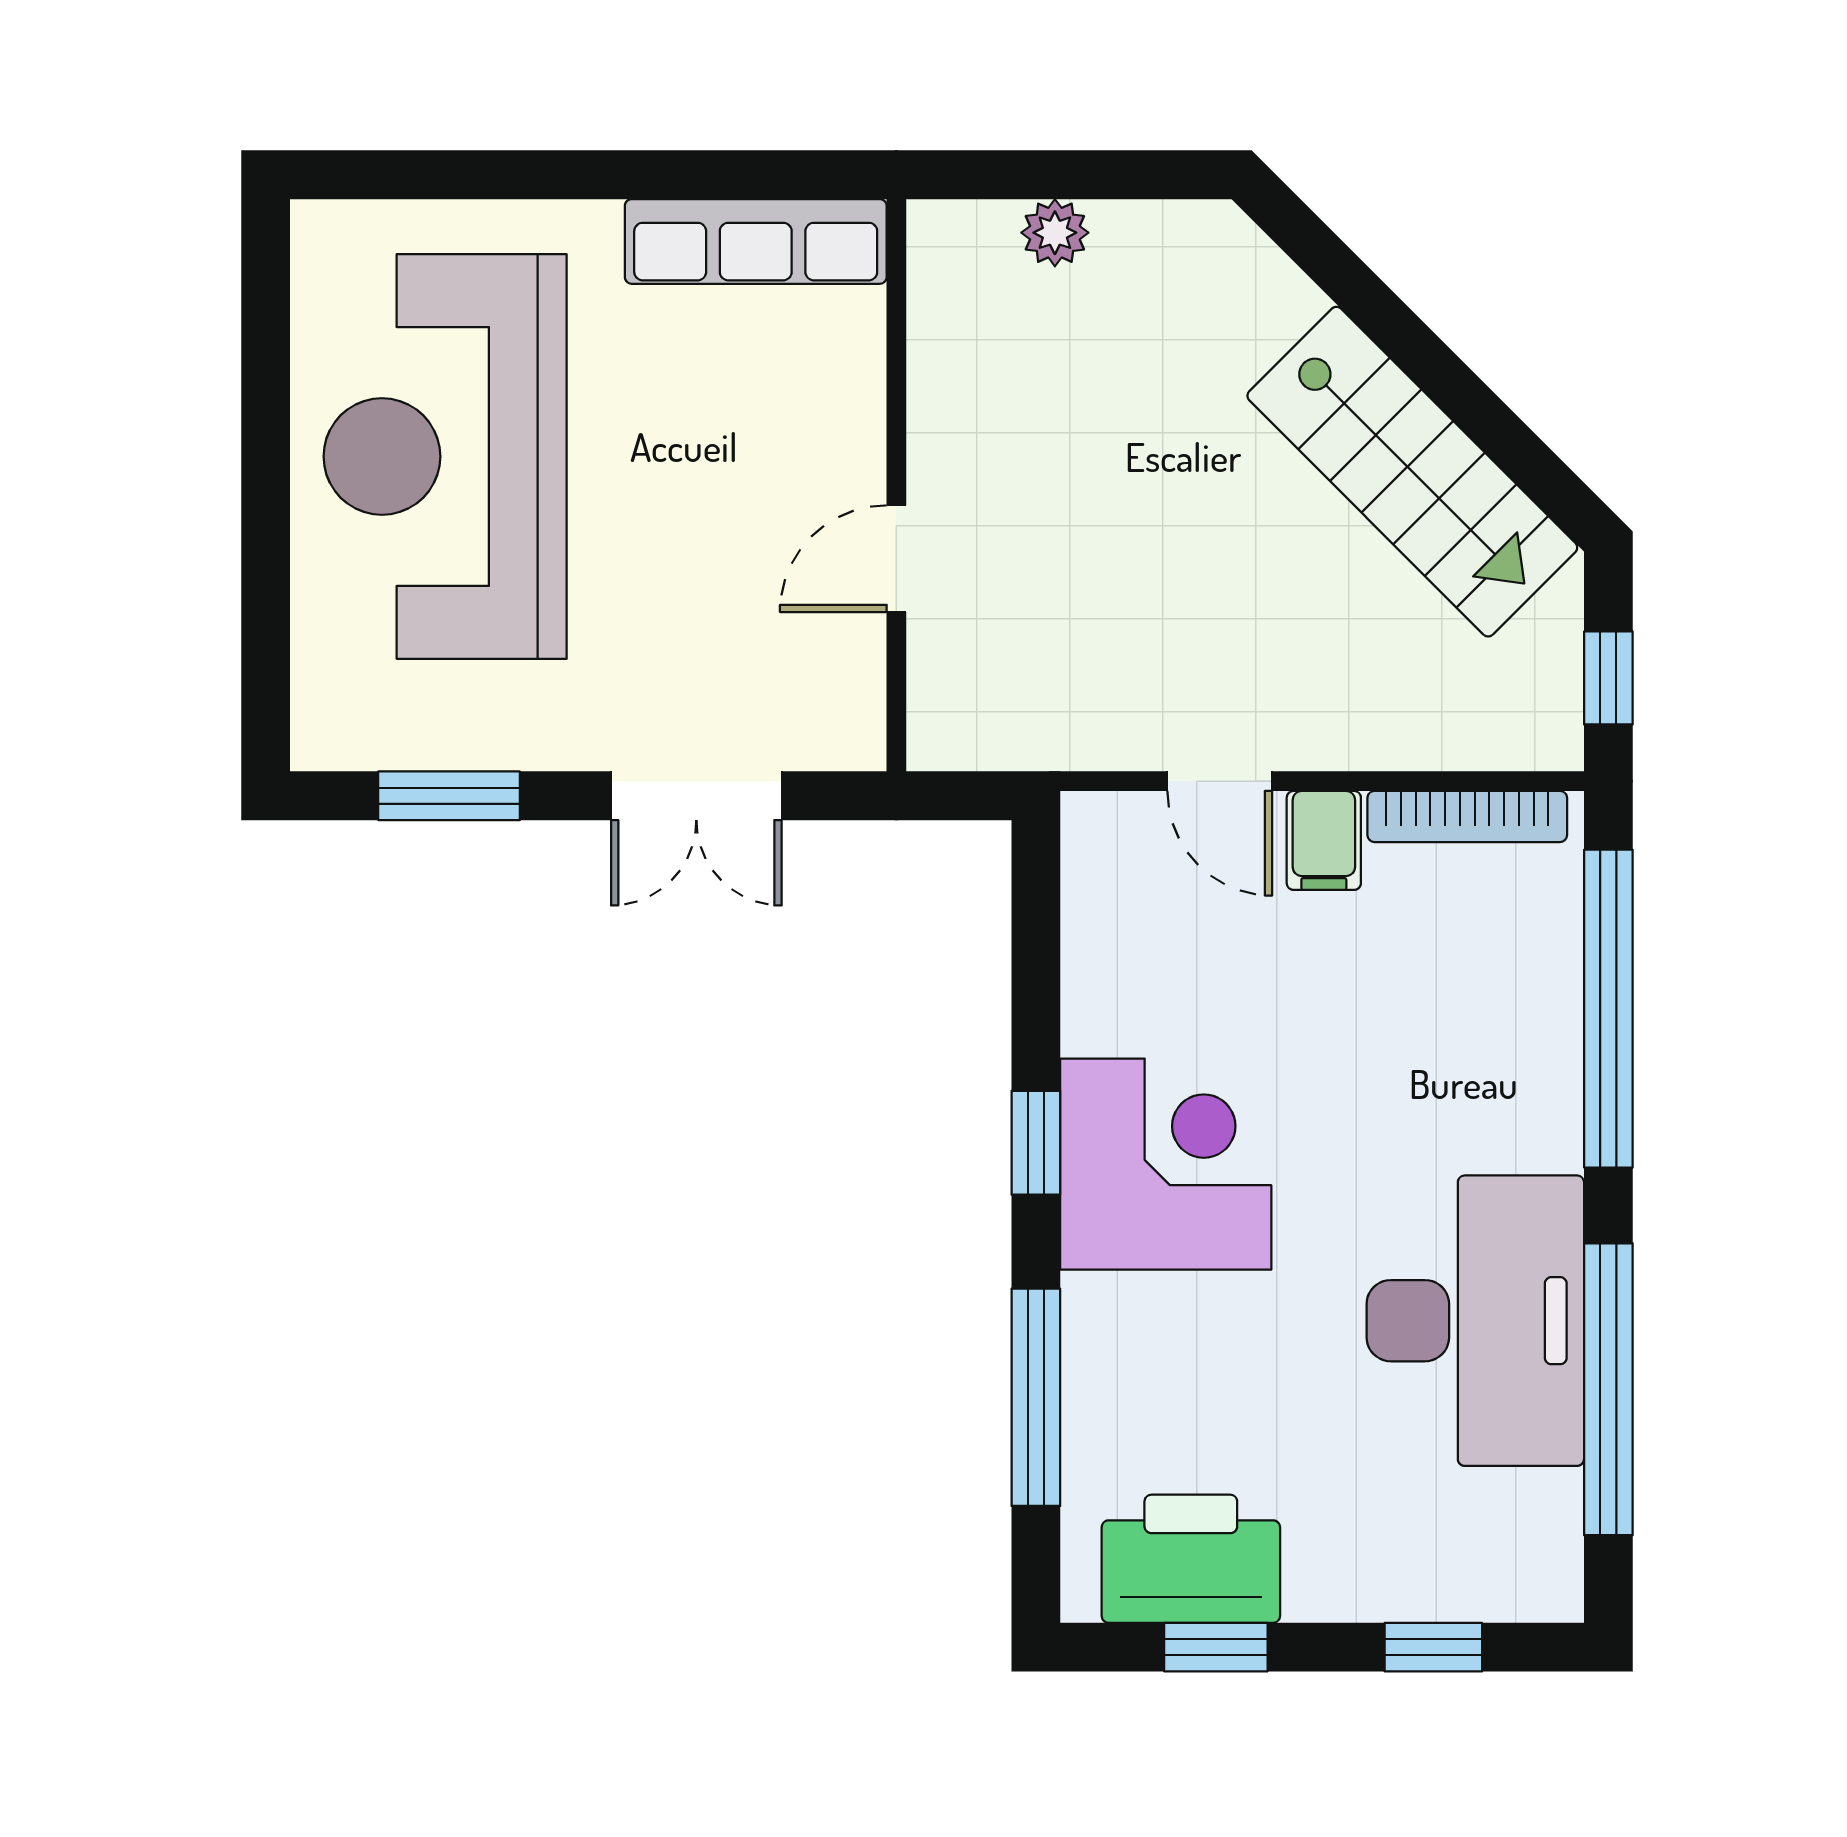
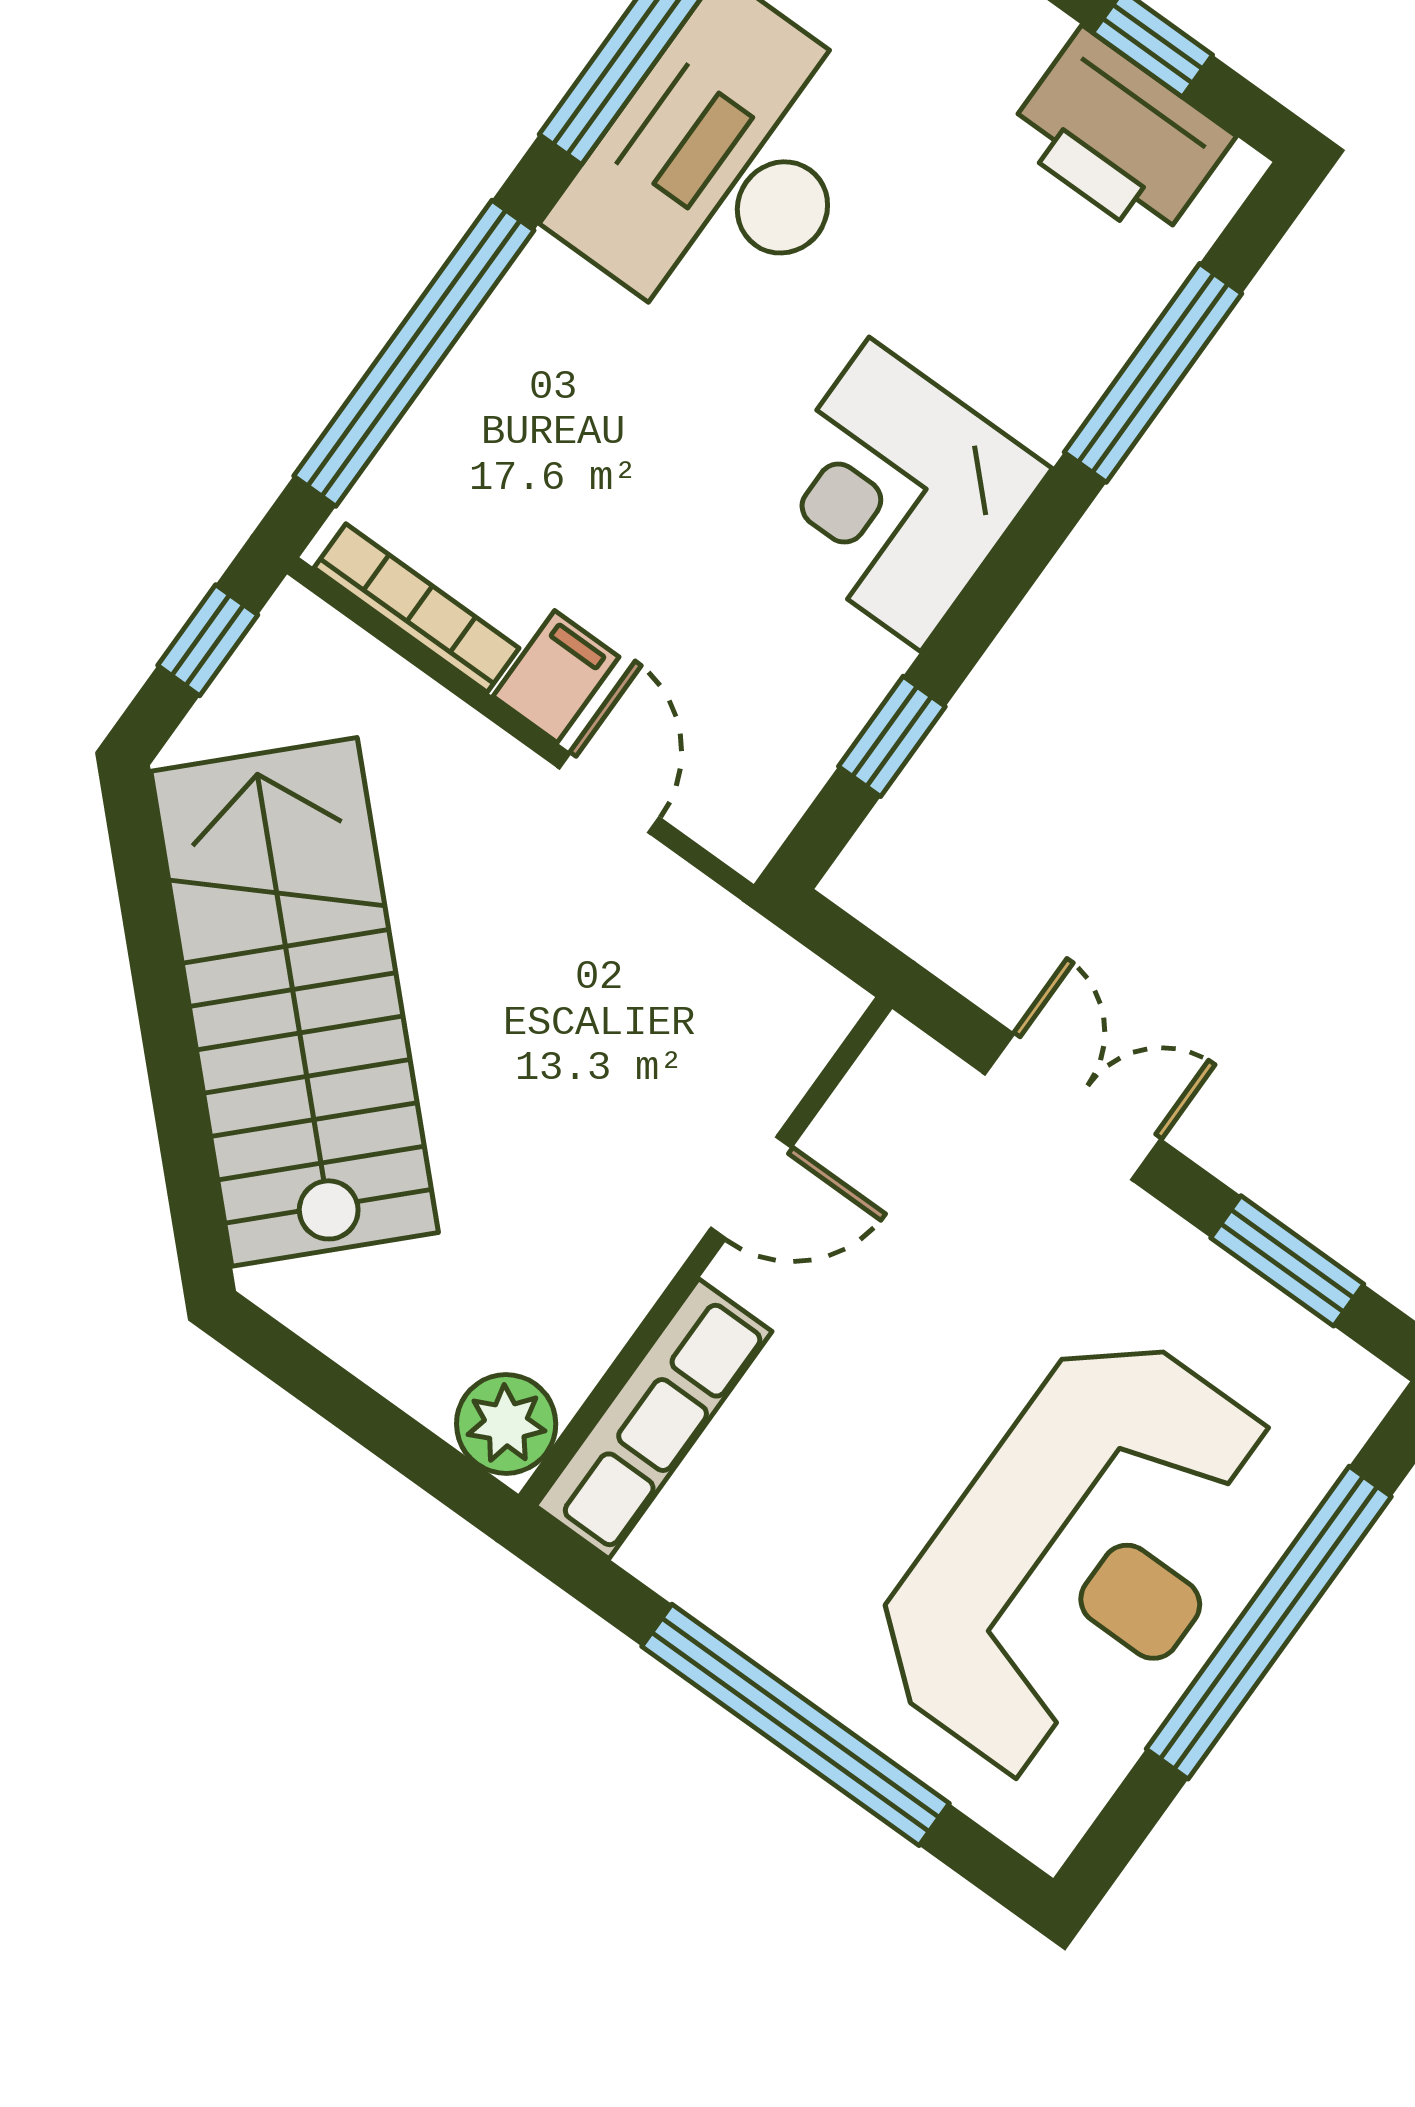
window: (569, 175) -> (795, 1725), added
plant: (1055, 233) -> (506, 1424), moved, width x1.38, depth x1.38
row of seats: (756, 241) -> (654, 1419), moved, turned 90
stairs: (1412, 472) -> (295, 1002), width x1.36, depth x1.51
window: (266, 511) -> (1269, 1623), added
window: (1036, 1143) -> (892, 736), moved

